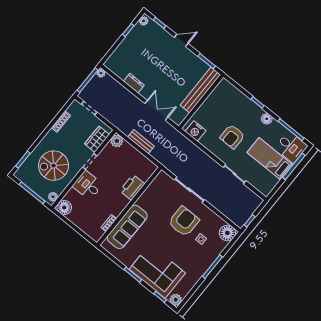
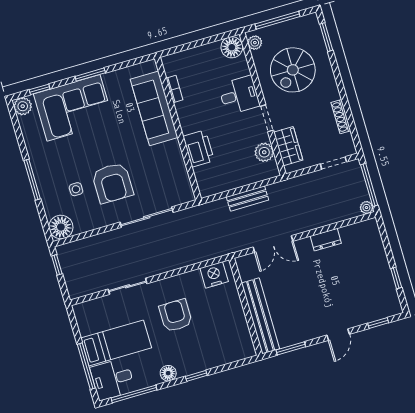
plant: (144, 21) -> (394, 305), removed
plant: (117, 141) -> (264, 152), moved
spiral stairs: (54, 166) -> (293, 70), turned 180

